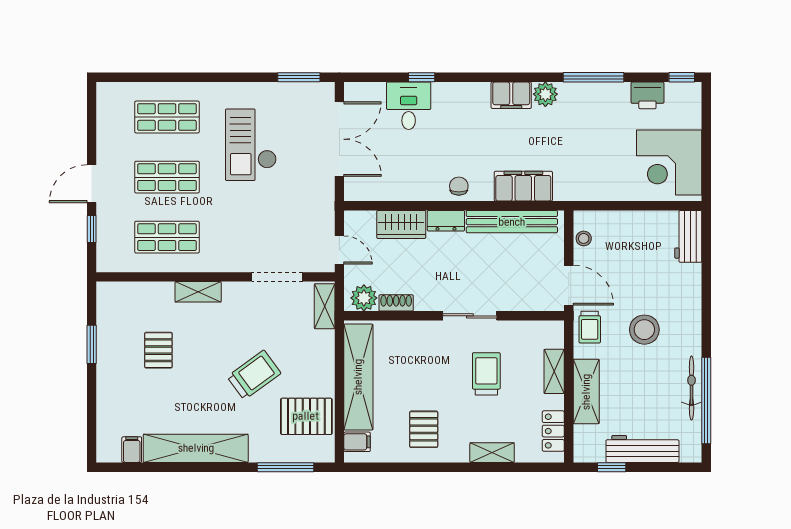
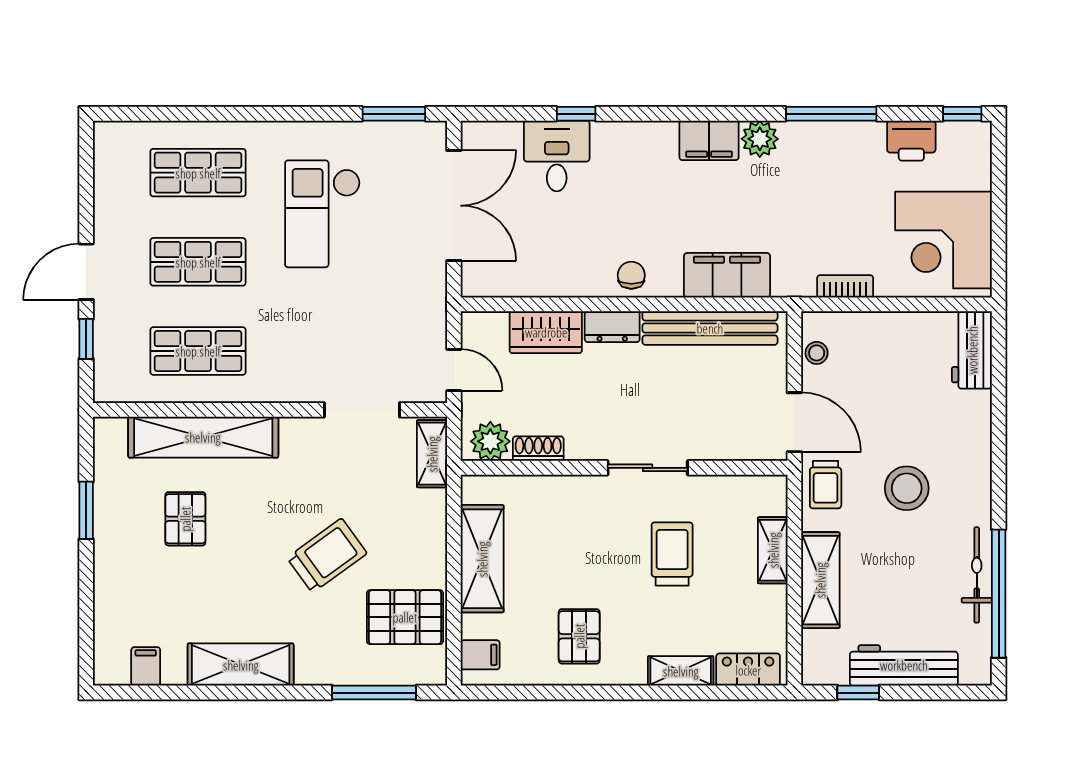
bookcase: (603, 194) -> (845, 286), added
shelving: (198, 292) -> (203, 437), width x2.20, depth x1.33
shelving: (358, 377) -> (482, 559), width x0.68
locker: (553, 431) -> (748, 670), moved, turned 90
shelving: (196, 448) -> (241, 665), width x0.68

